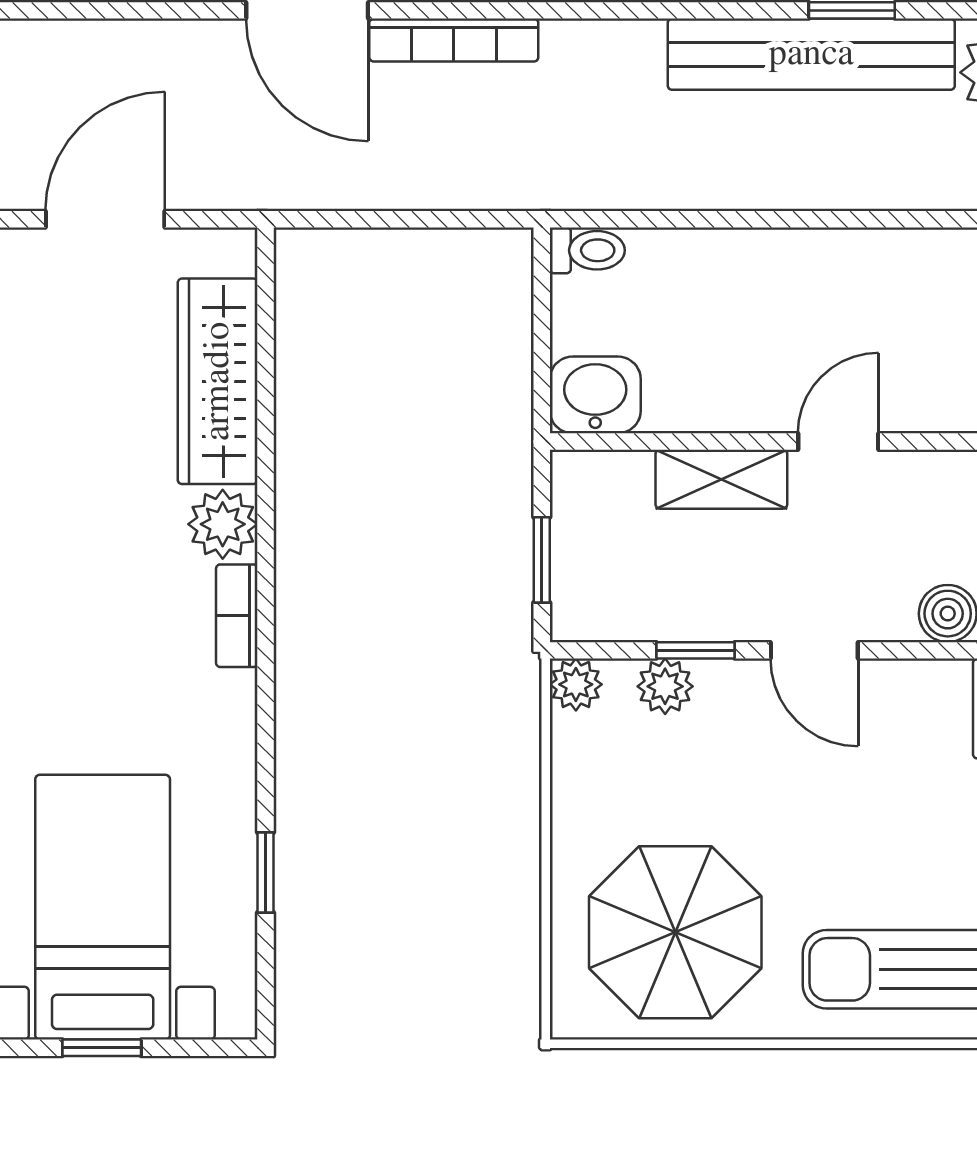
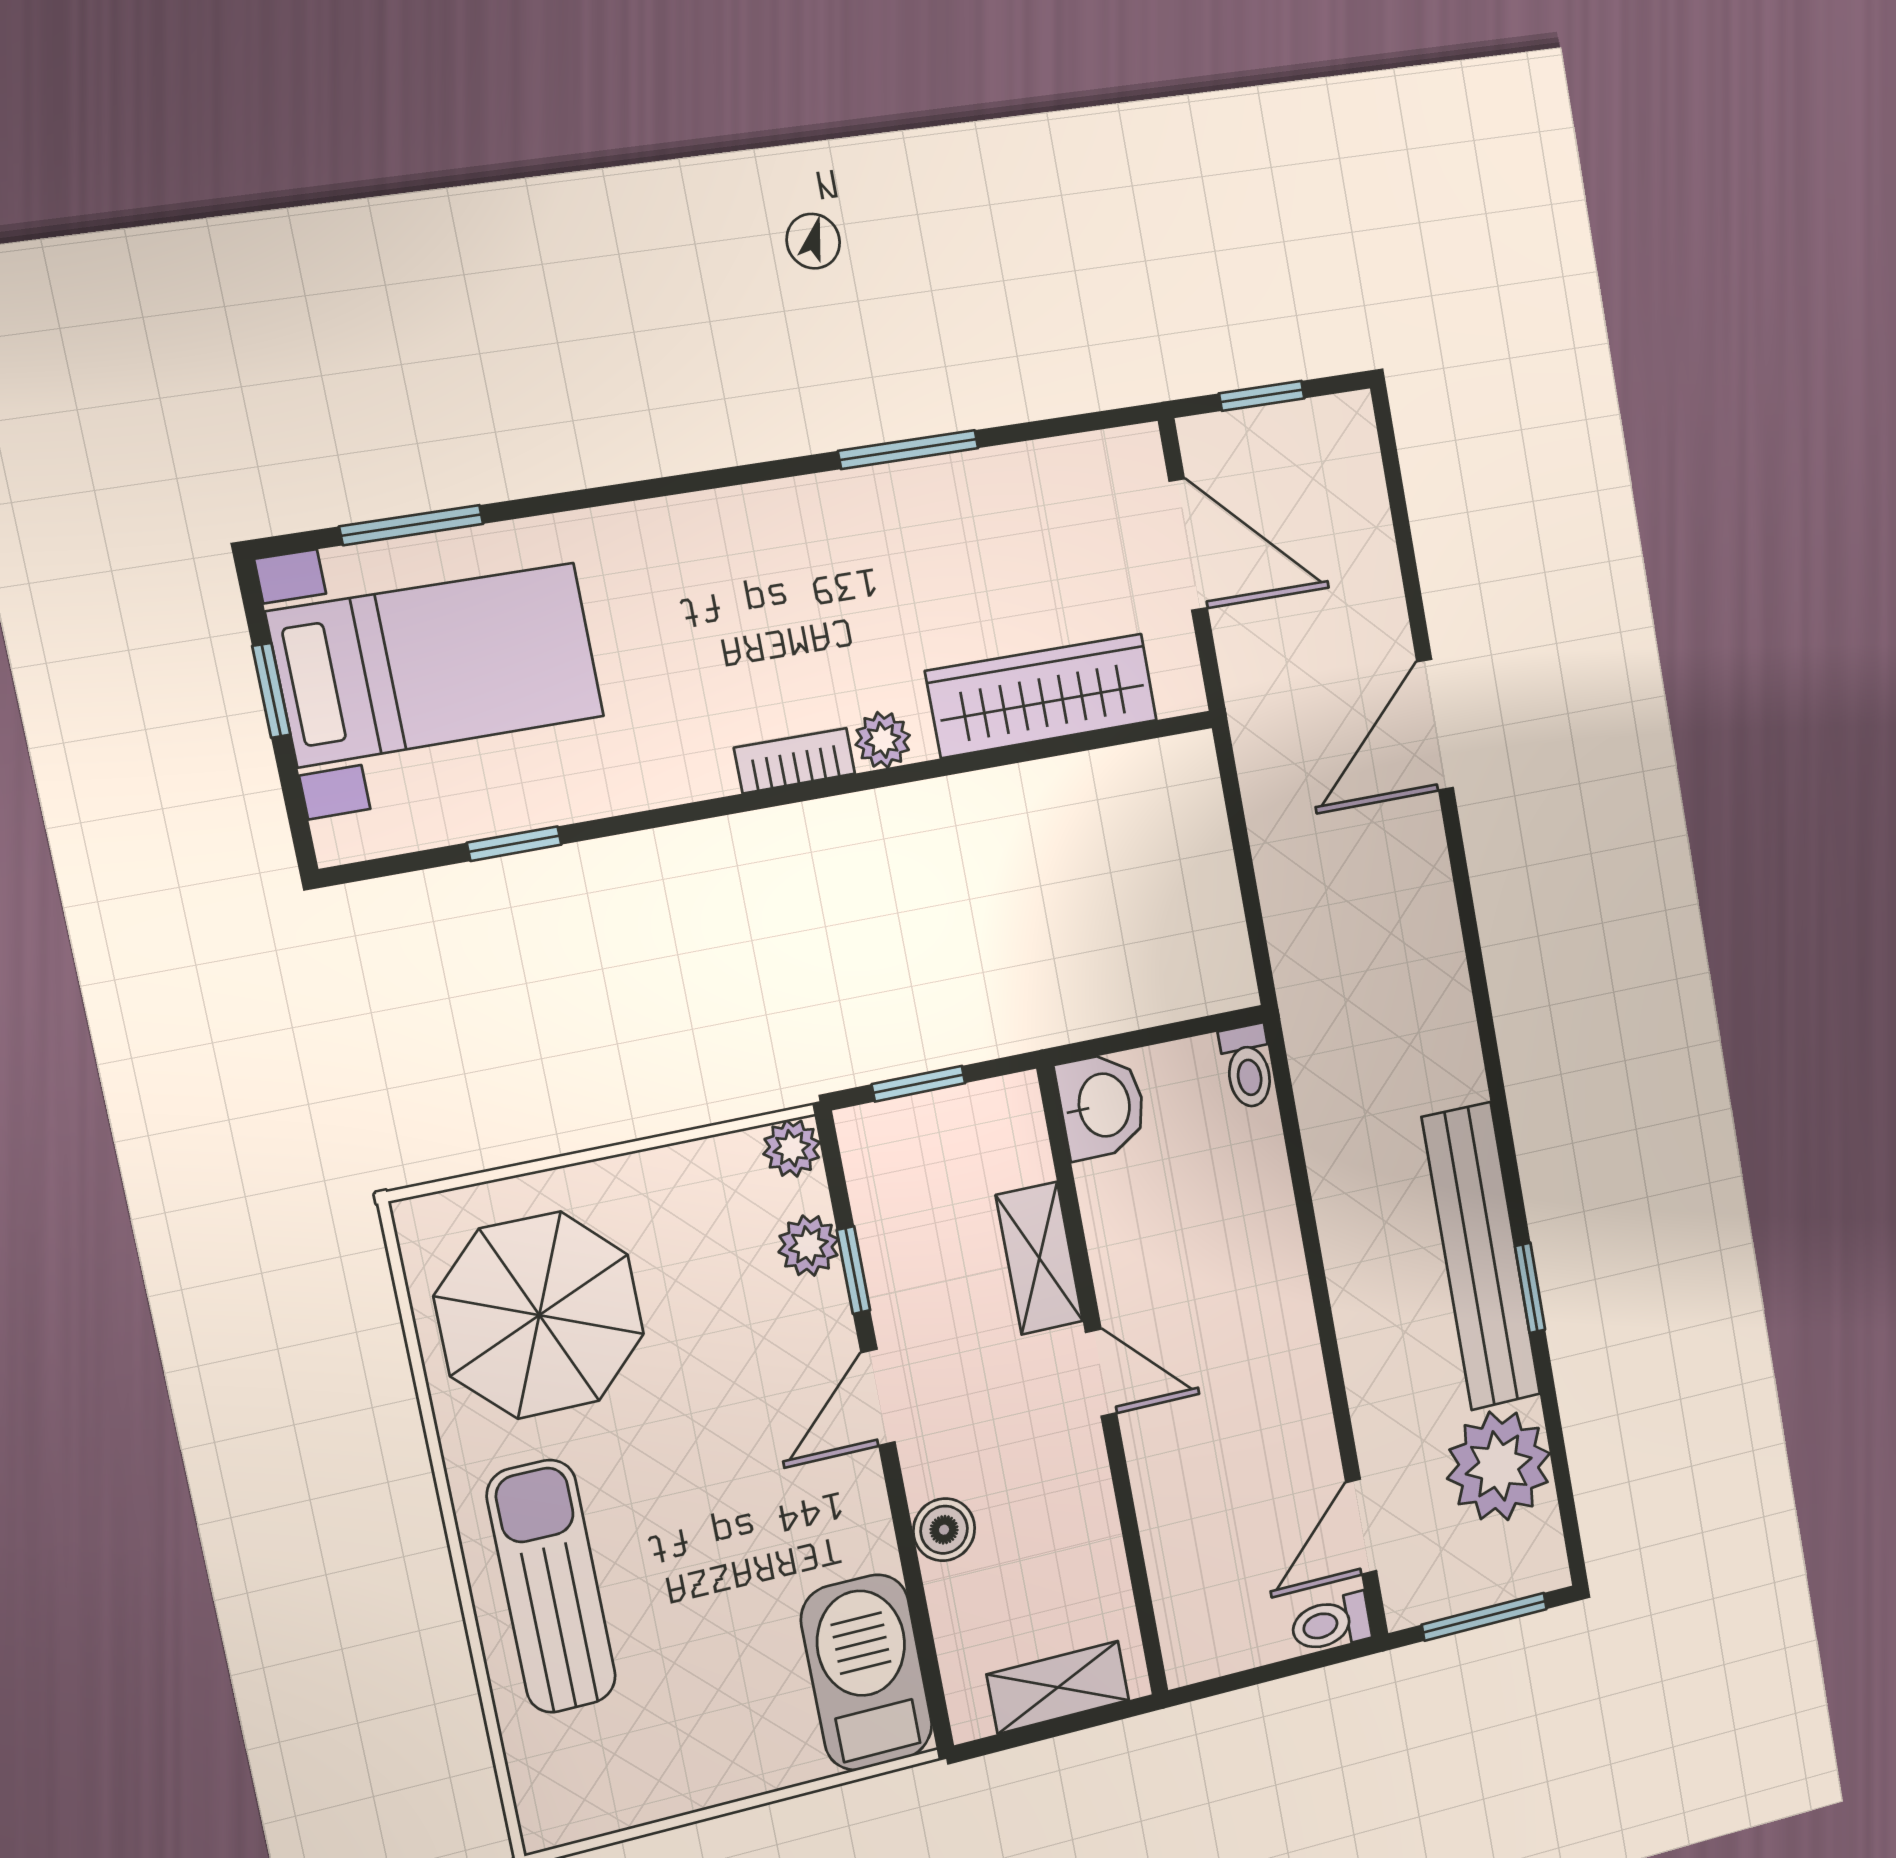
bookcase: (454, 40) -> (1432, 884), removed
plant: (223, 524) -> (883, 740), width x0.73, depth x0.73

